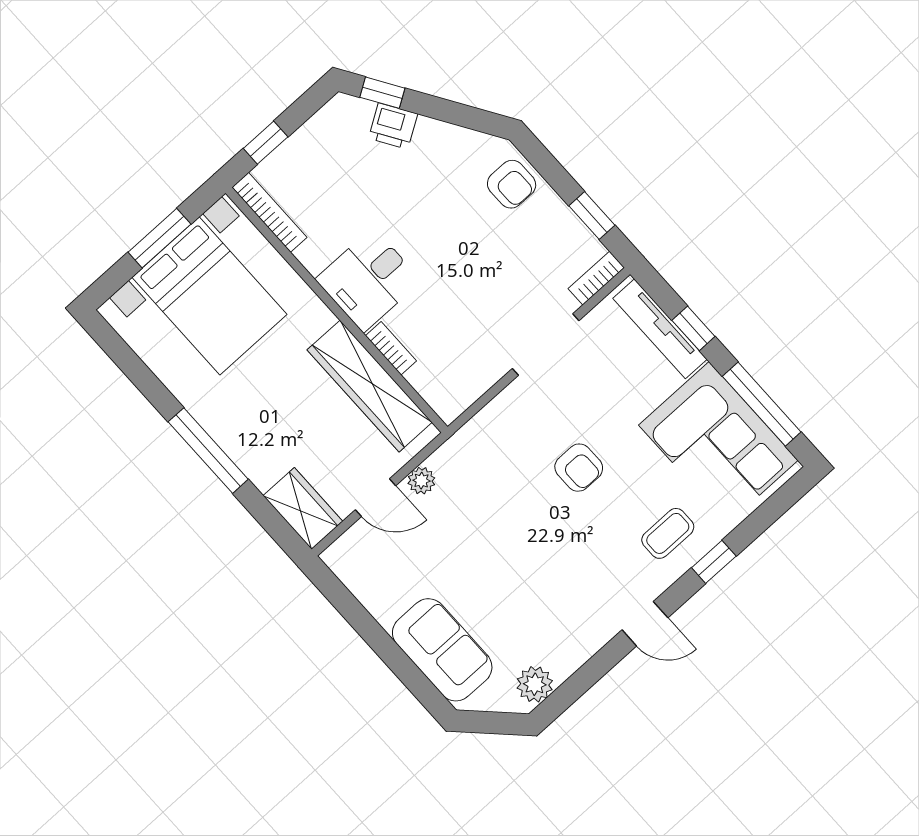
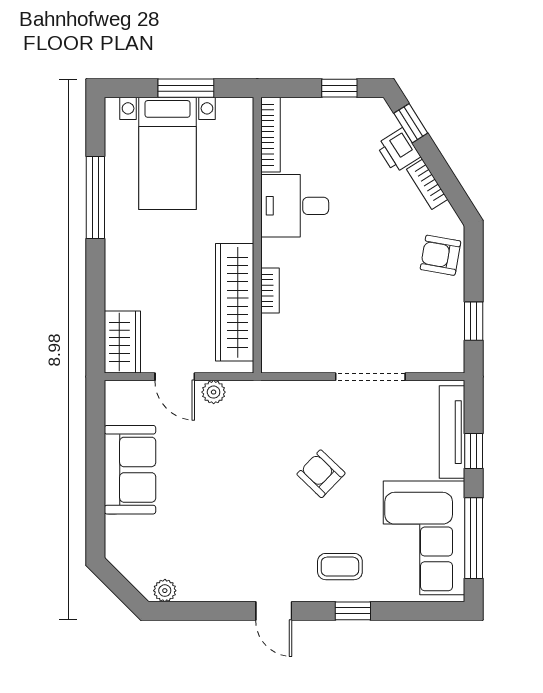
window: (266, 143) -> (339, 88), moved
armchair: (512, 184) -> (440, 255), turned 100
bookcase: (596, 278) -> (427, 184), moved, turned -122
desk: (368, 280) -> (295, 206), moved
bed with nightstands: (209, 296) -> (167, 153), width x0.73
window: (208, 451) -> (95, 198), moved
armchair: (579, 468) -> (321, 474), turned 134
sofa: (442, 650) -> (130, 470), moved
plant: (535, 684) -> (165, 591), width x0.73, depth x0.73

